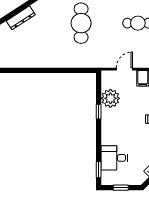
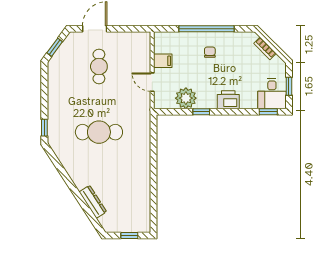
printer: (109, 135) -> (228, 100), added
desk: (114, 158) -> (272, 94), moved

